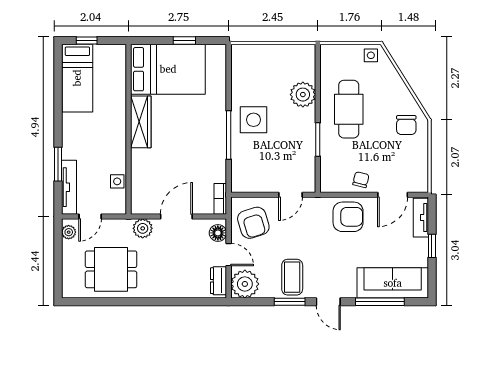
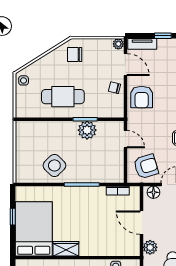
plant: (303, 95) -> (87, 130), moved
side table: (254, 120) -> (54, 165), moved, turned 45
wardrobe: (141, 122) -> (66, 249), width x0.67
chair: (406, 125) -> (75, 55), turned 180
plant: (421, 185) -> (118, 44), added
bookcase: (220, 199) -> (118, 191), moved
armchair: (348, 217) -> (142, 97), turned 180

